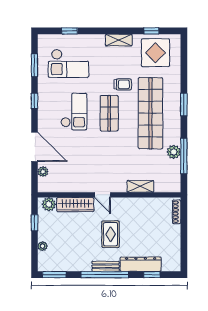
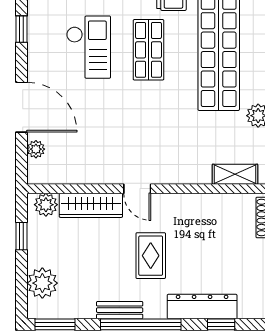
shelving: (140, 186) -> (235, 174), moved
plant: (43, 246) -> (42, 283), width x1.88, depth x1.88
bench: (106, 266) -> (120, 310), moved

